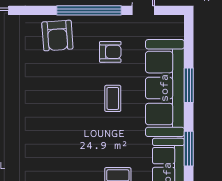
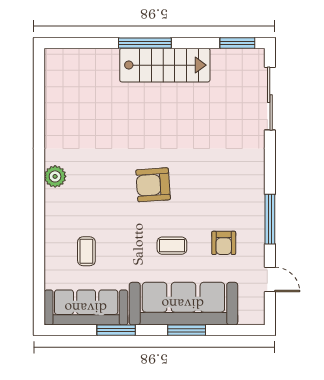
window: (89, 10) -> (270, 219), width x0.68
armchair: (57, 36) -> (153, 185), moved

